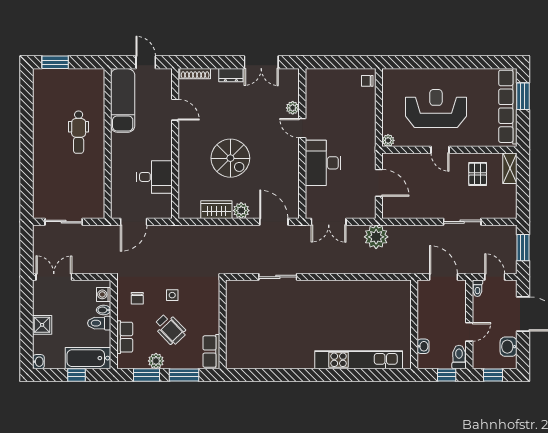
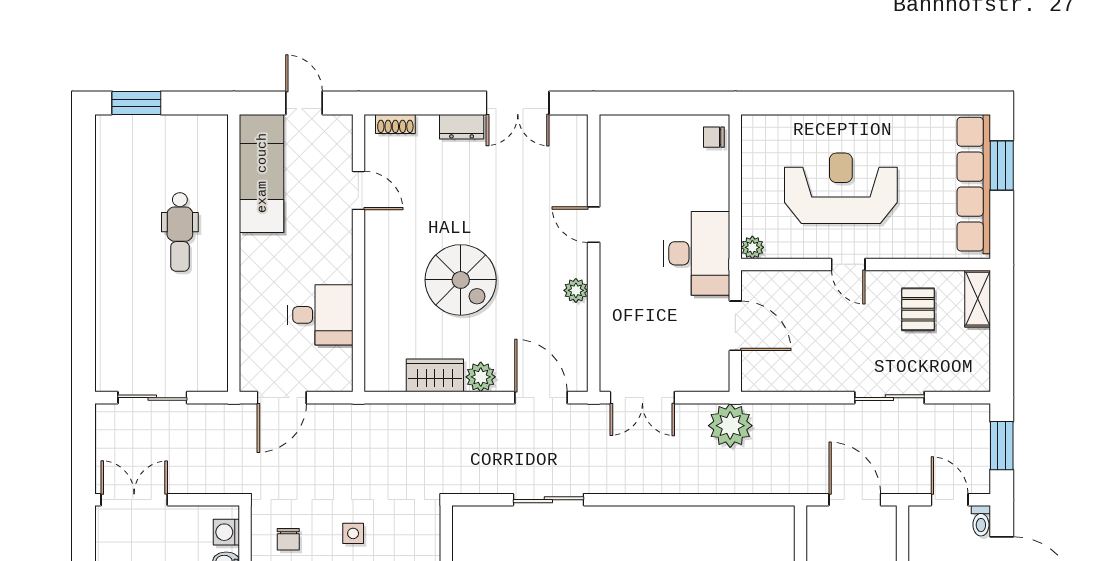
shoe rack: (195, 74) -> (395, 124), width x0.70
plant: (293, 108) -> (576, 290), moved
desk: (323, 163) -> (697, 253), moved, turned 180
toilet: (477, 288) -> (981, 521), moved

